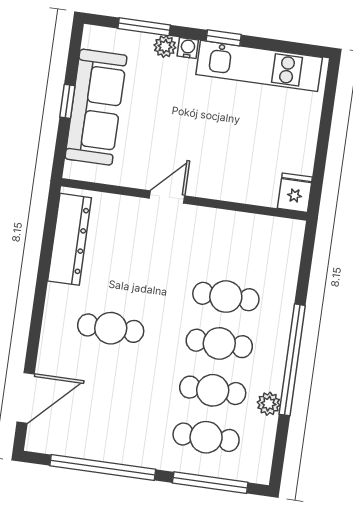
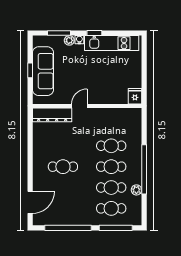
dresser: (70, 239) -> (52, 115), moved, turned 90

